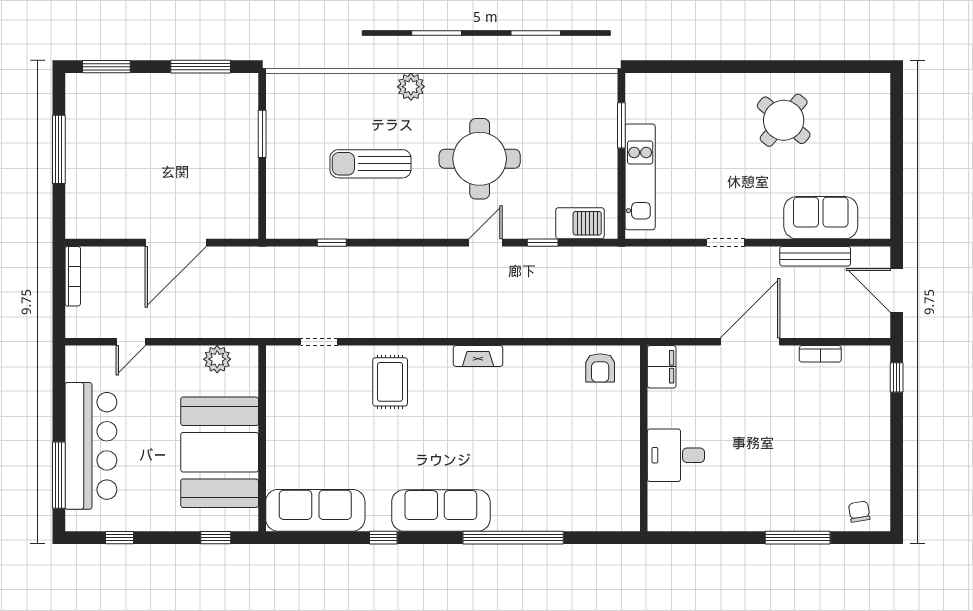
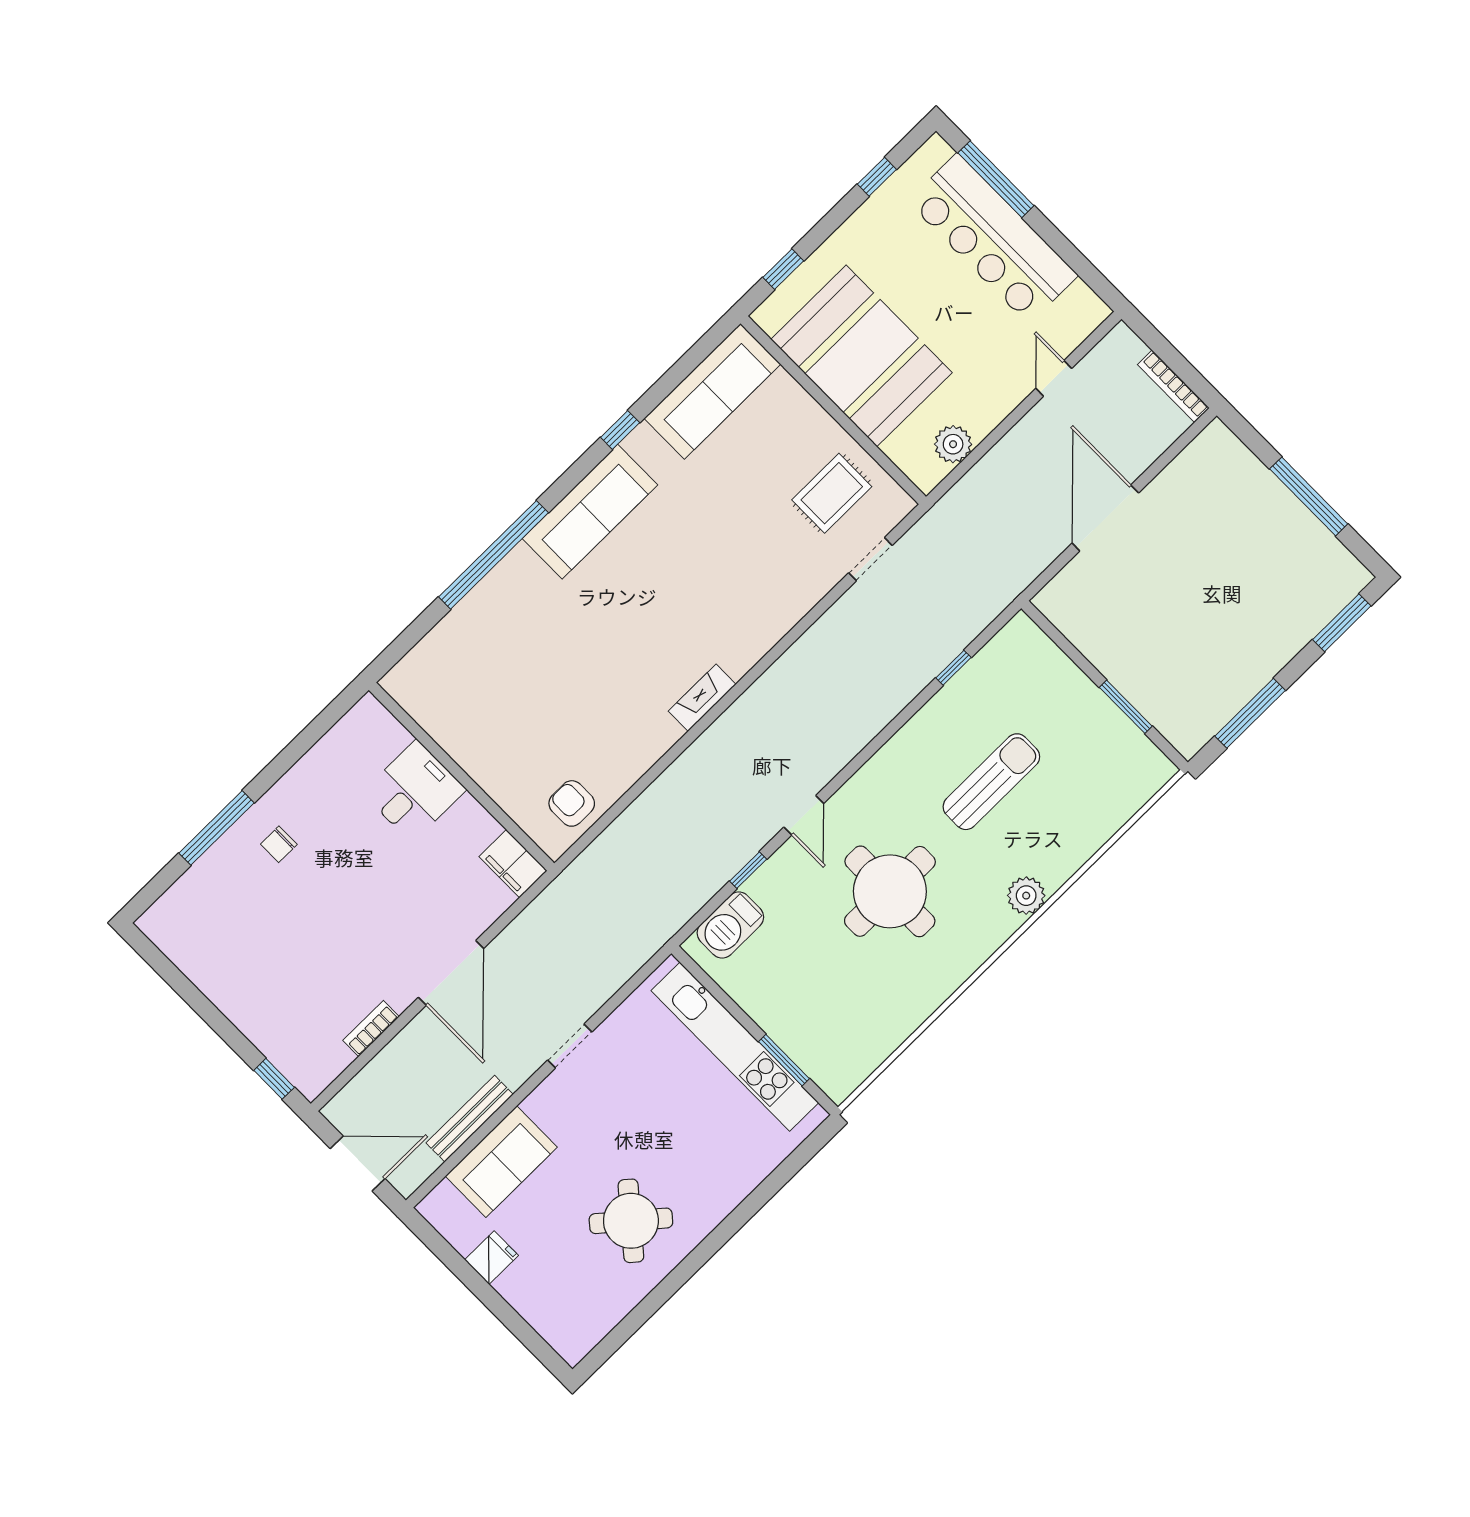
fridge: (875, 173) -> (491, 1258), added
kitchen unit: (640, 177) -> (735, 1047), width x1.36
rug: (390, 382) -> (832, 493), moved, turned 90
chair: (859, 512) -> (279, 844), moved, turned 99

